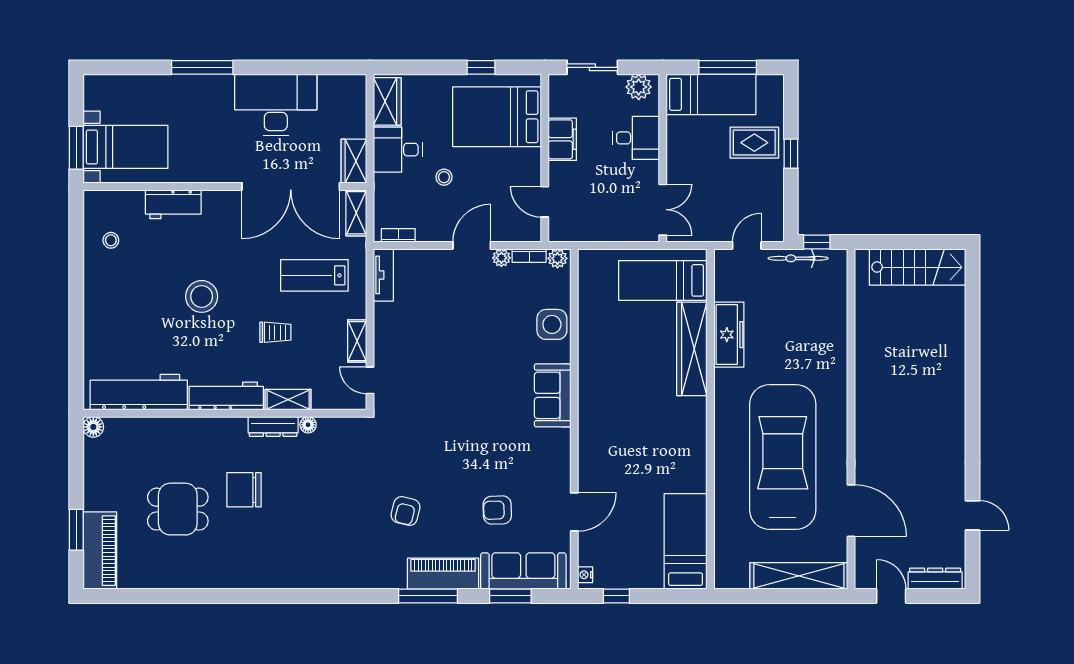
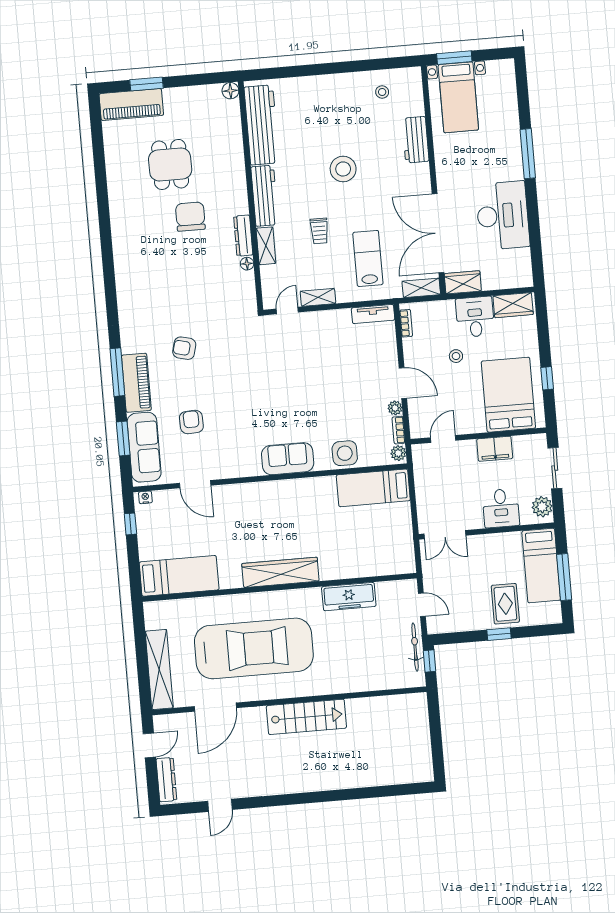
stairs: (917, 267) -> (306, 717), moved, turned -90
bed: (663, 280) -> (373, 488), moved, turned -90
wardrobe: (692, 349) -> (280, 572), moved

